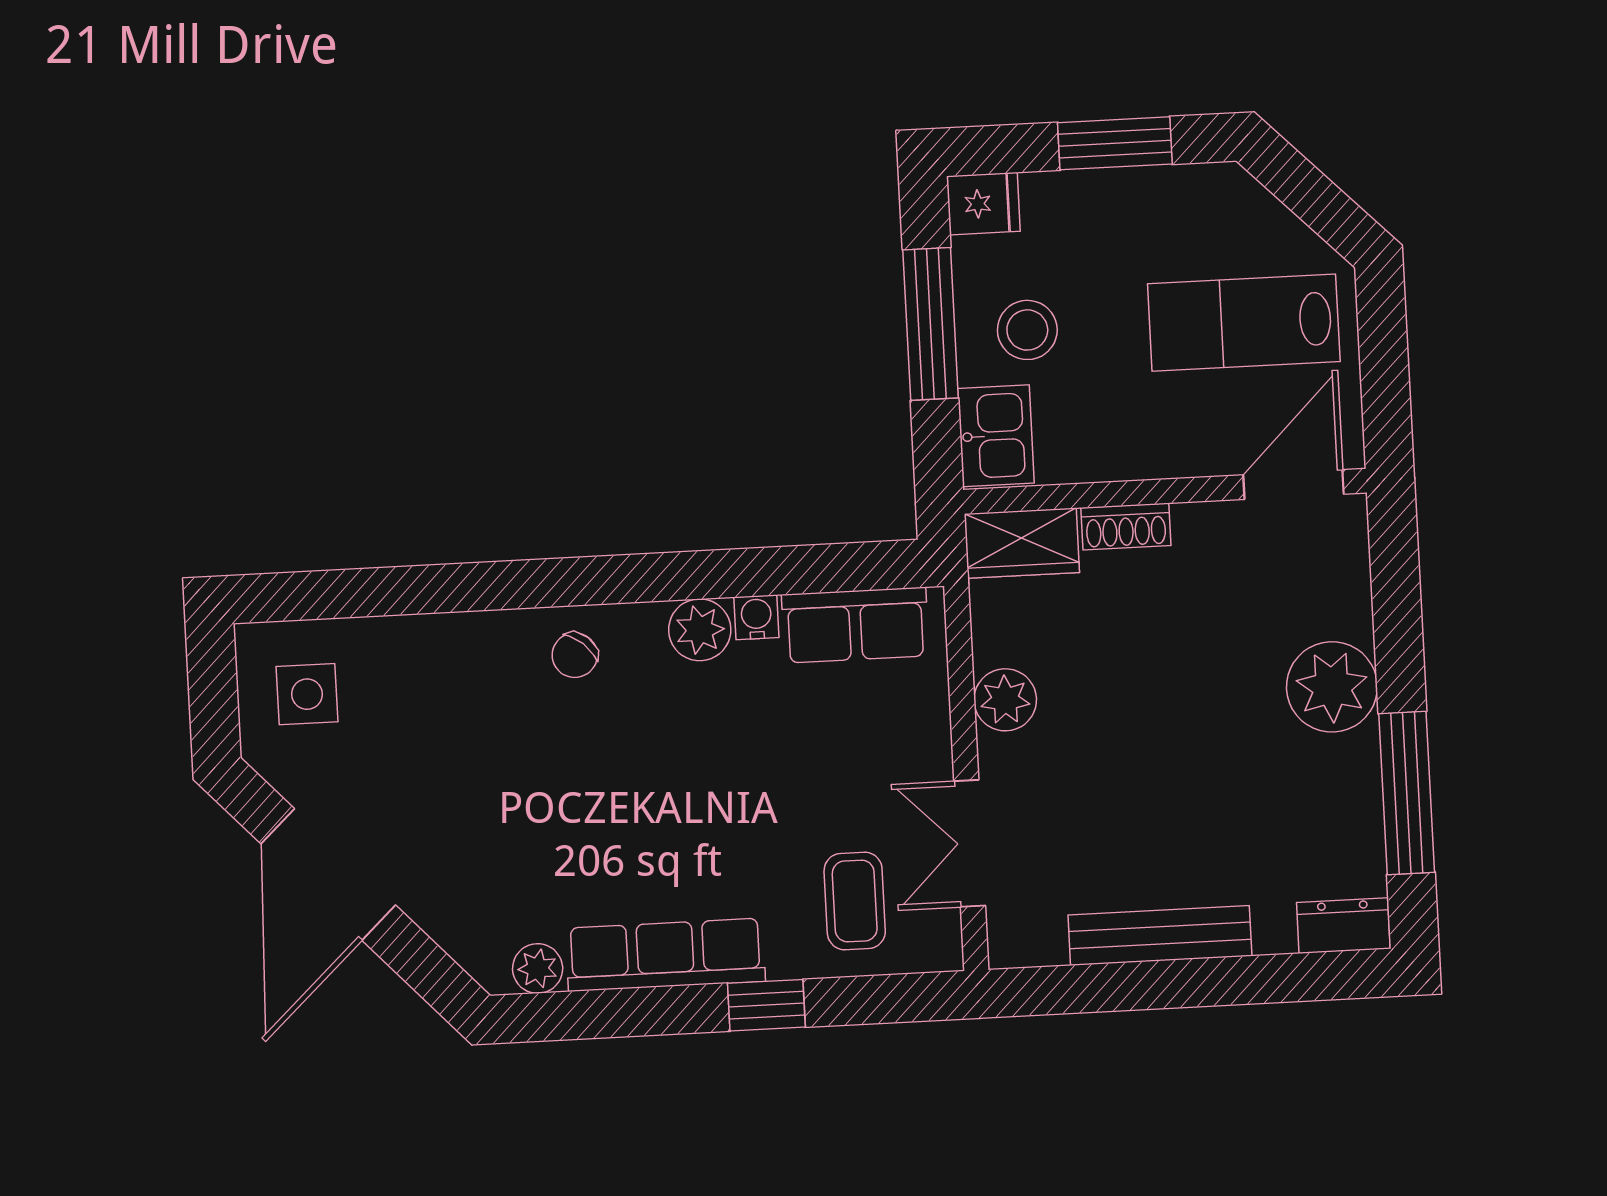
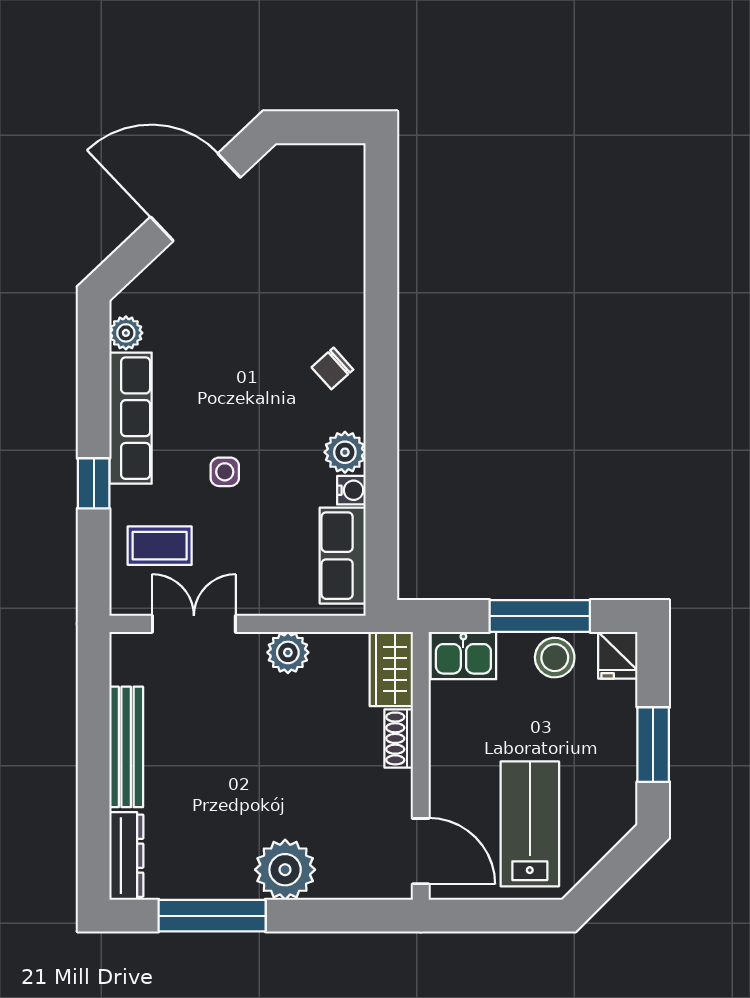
stool: (1027, 330) -> (555, 658), moved
chair: (575, 655) -> (332, 368), turned -83
side table: (307, 694) -> (225, 472), moved, width x0.73, depth x0.73
dresser: (1343, 926) -> (126, 856), width x1.44

